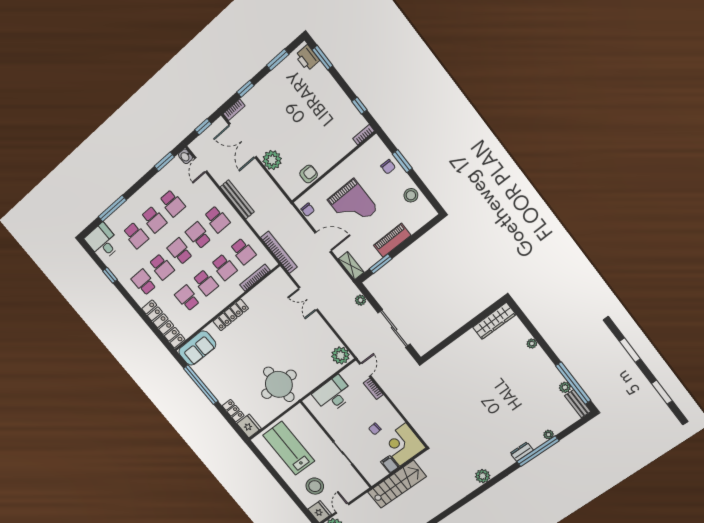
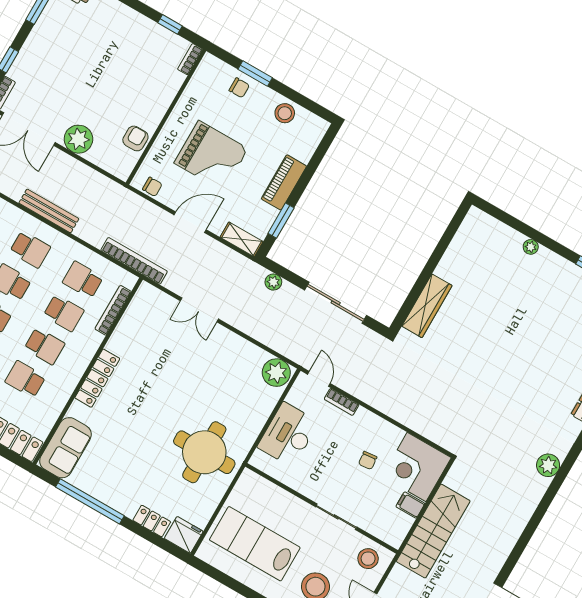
school desk: (243, 251) -> (83, 280), turned 180
wardrobe: (494, 321) -> (427, 306), moved
stool: (352, 484) -> (368, 559), added

